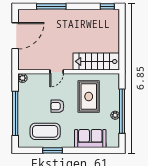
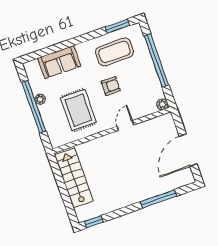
stairs: (96, 61) -> (74, 178), moved, turned -90
window: (53, 150) -> (117, 26), moved

